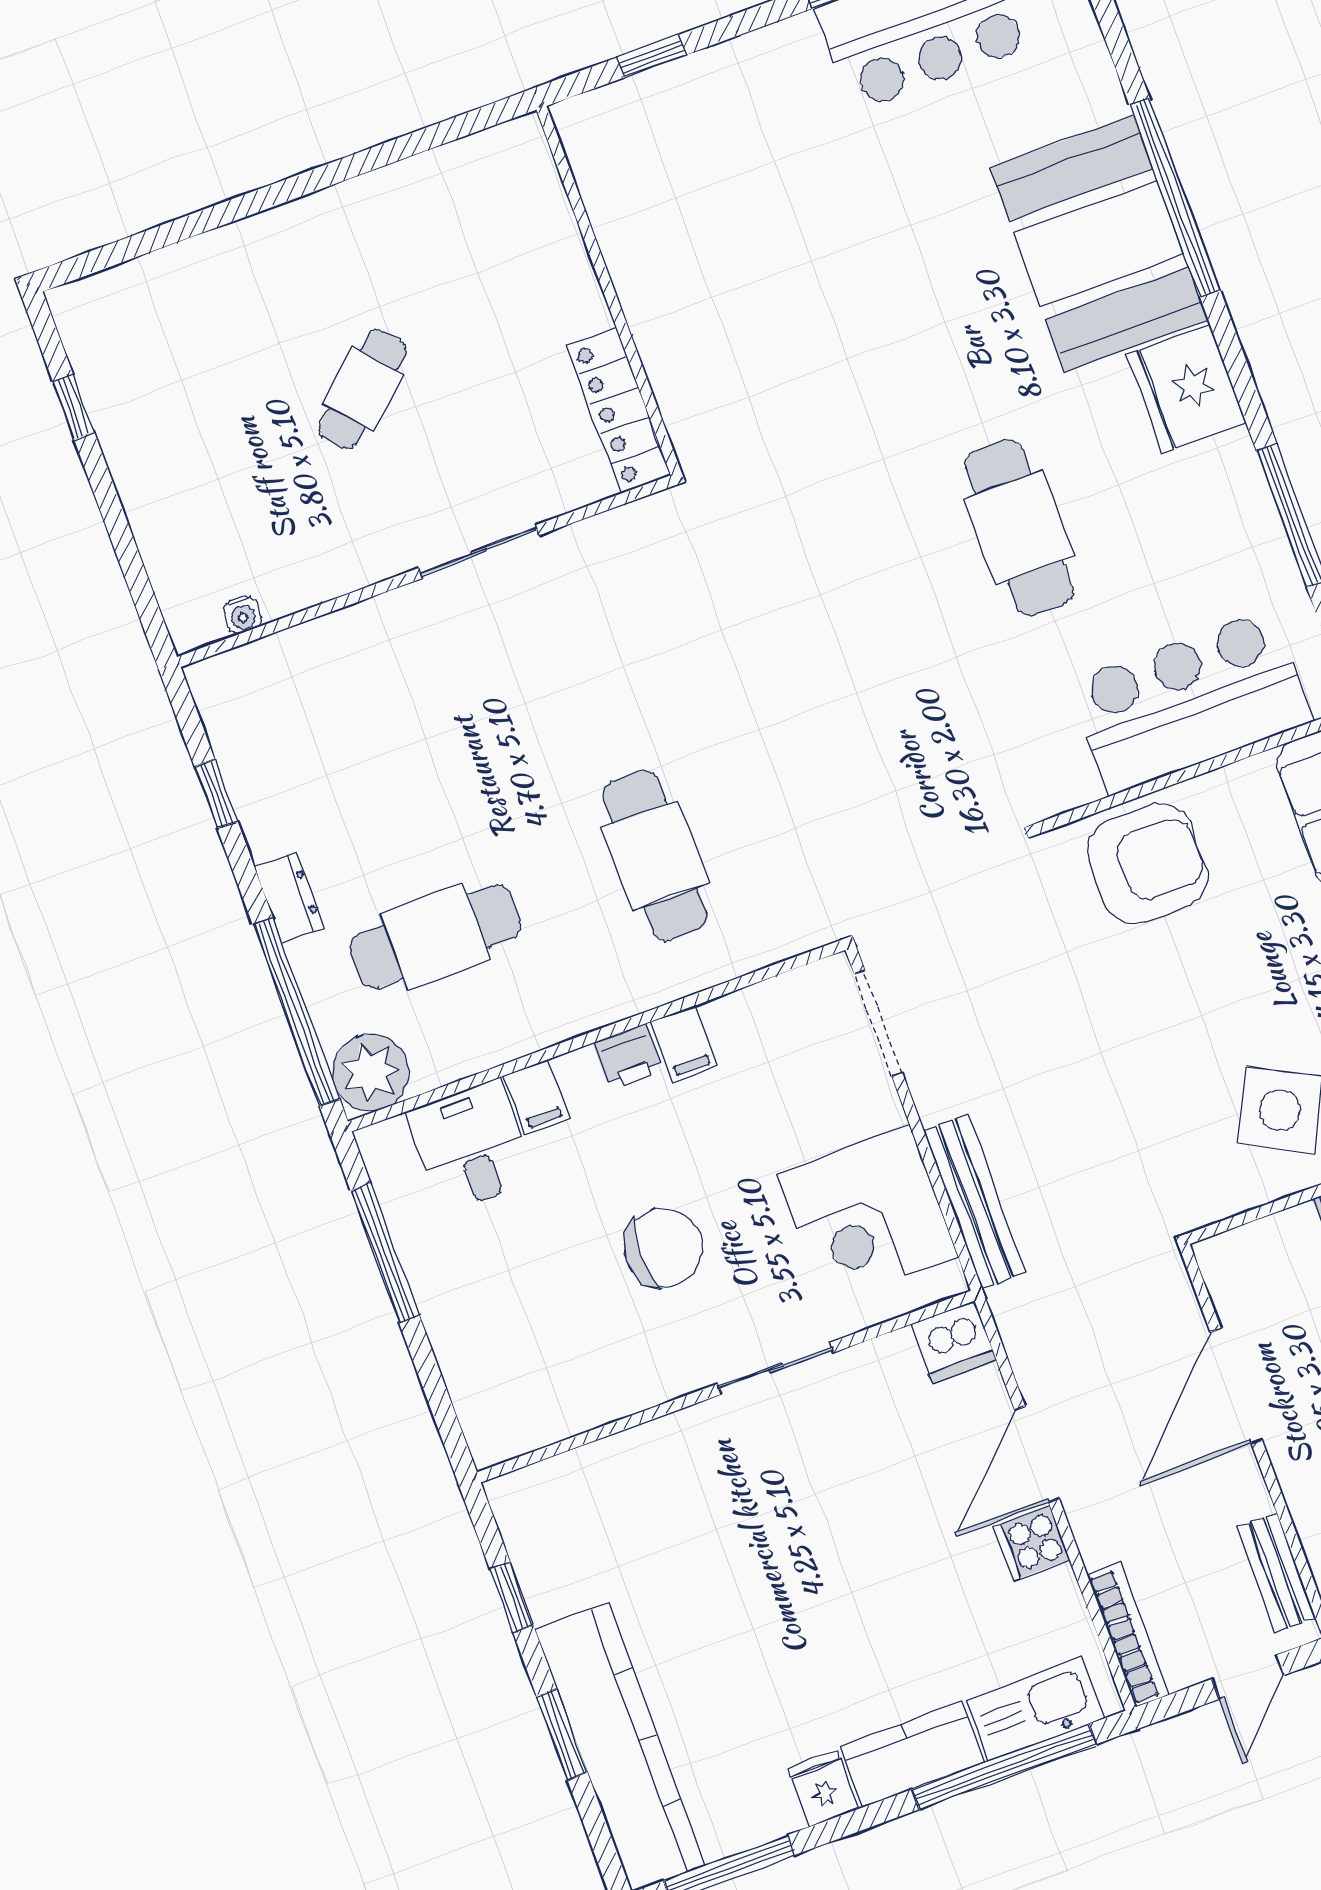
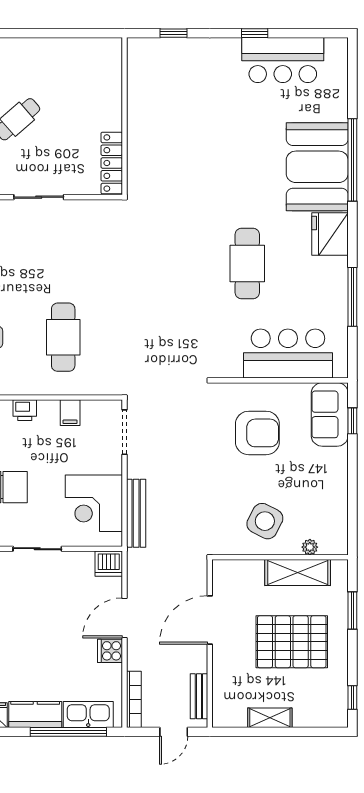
armchair: (1148, 864) -> (257, 433), moved
filing cabinet: (684, 1044) -> (70, 413), moved

